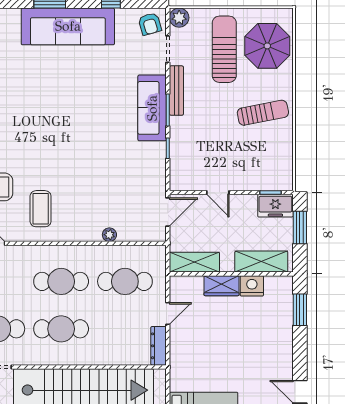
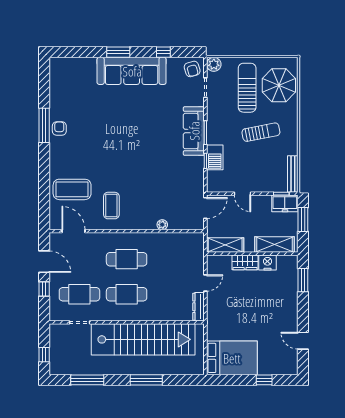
bench: (176, 91) -> (293, 174), moved
sun lounger: (263, 113) -> (261, 132), moved
barbecue: (180, 144) -> (215, 157), added
cafe table: (125, 281) -> (174, 259), removed

